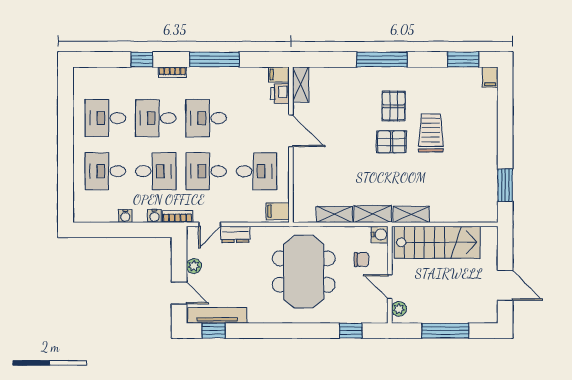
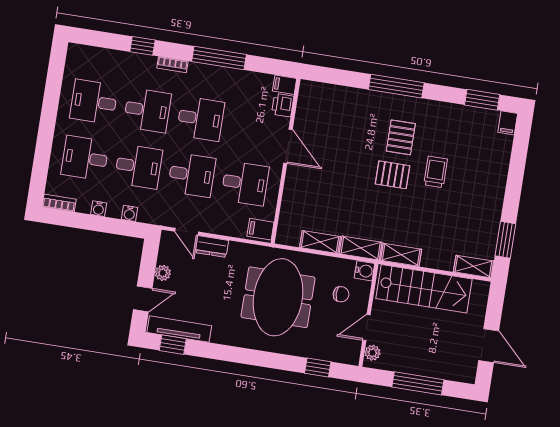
shelving: (301, 84) -> (473, 266), moved, turned 90
desk: (156, 118) -> (147, 110), turned 180
desk: (206, 118) -> (201, 119), turned 180
trolley: (431, 133) -> (436, 172), width x0.73, depth x0.72
desk: (206, 171) -> (192, 175), turned 180
bookcase: (178, 216) -> (59, 203), moved
door: (210, 224) -> (187, 232), hinge flipped
door: (390, 287) -> (366, 328), hinge flipped
door: (179, 293) -> (143, 299), hinge flipped

